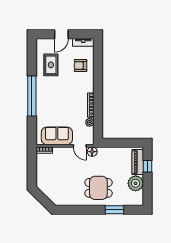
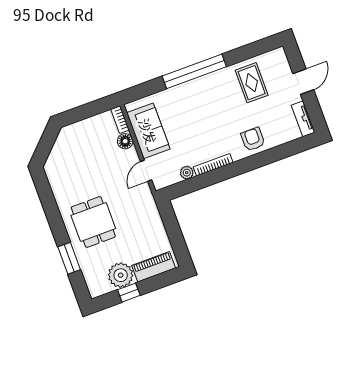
door: (61, 34) -> (303, 82), swing flipped
rug: (51, 65) -> (252, 83), turned 90
armchair: (81, 66) -> (253, 139), moved
floor lamp: (92, 152) -> (125, 141), moved
window: (148, 166) -> (129, 293), moved

